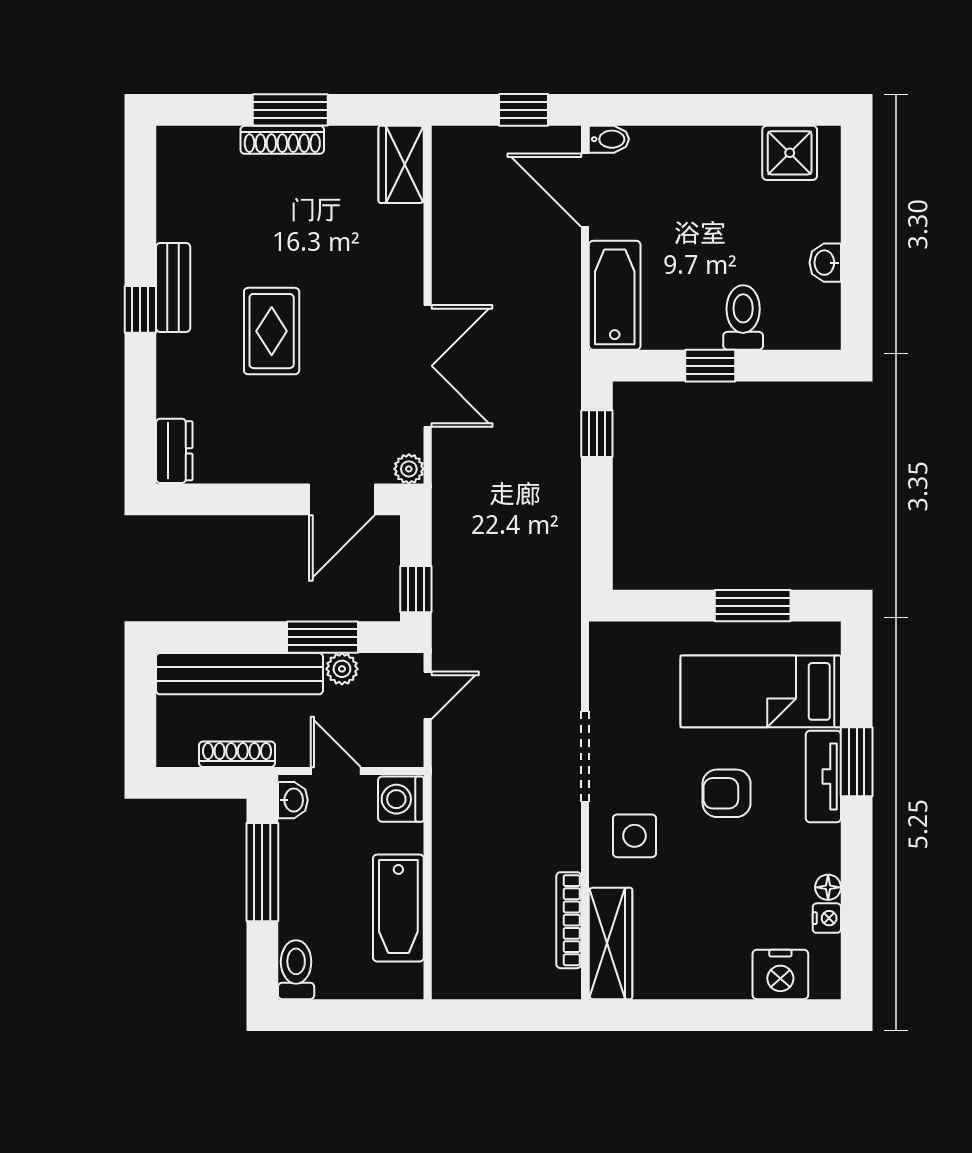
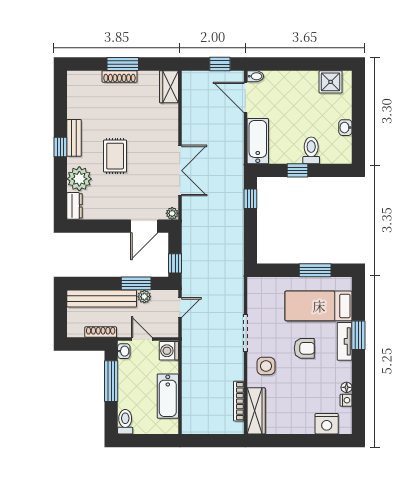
plant: (186, 386) -> (79, 179), added
armchair: (727, 793) -> (304, 348), turned 180

